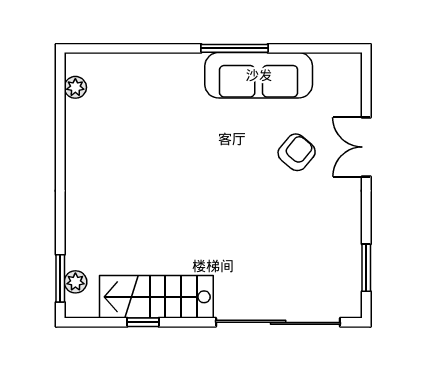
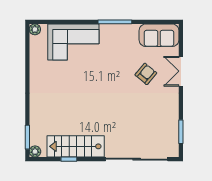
sofa: (259, 75) -> (159, 35), moved, width x0.73
plant: (75, 87) -> (35, 29), moved
corner sofa: (152, 89) -> (73, 42), added
plant: (75, 282) -> (35, 151), moved

